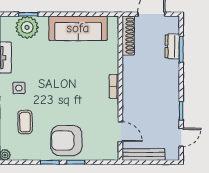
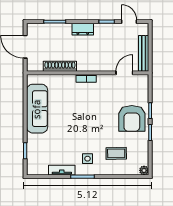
plant: (27, 27) -> (36, 152), removed
shoe rack: (128, 36) -> (60, 66), moved
dresser: (172, 46) -> (83, 29), moved

